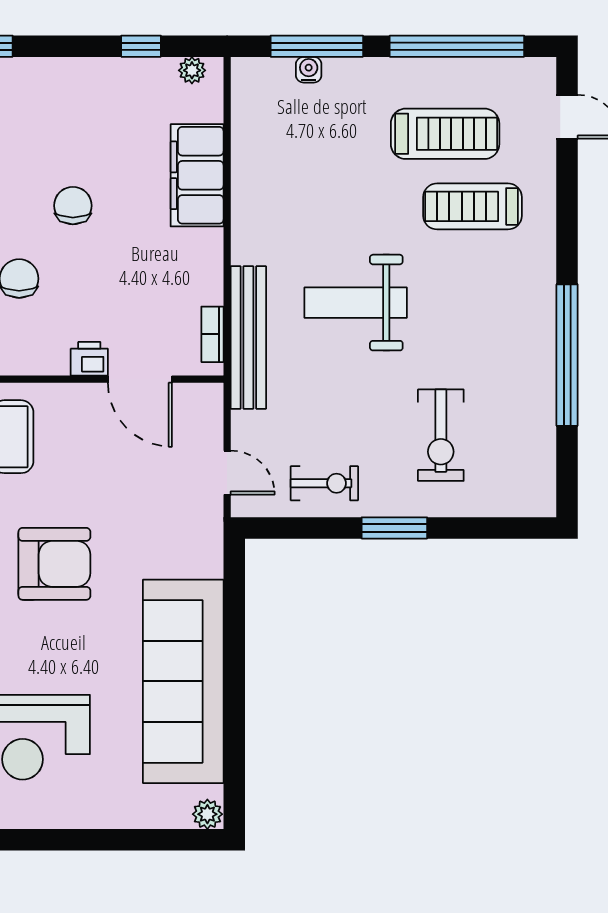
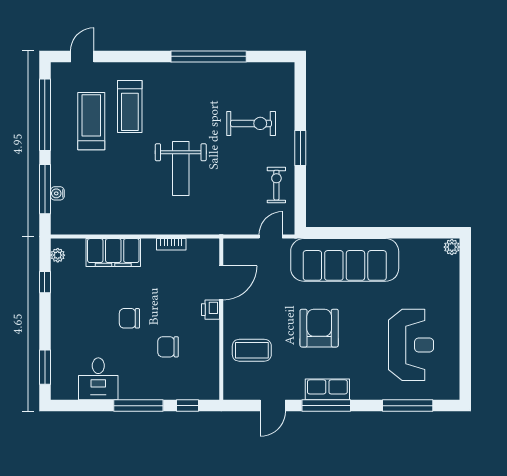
bookcase: (212, 334) -> (171, 244), moved
bench: (248, 337) -> (199, 225), removed
sofa: (183, 681) -> (345, 260), moved

